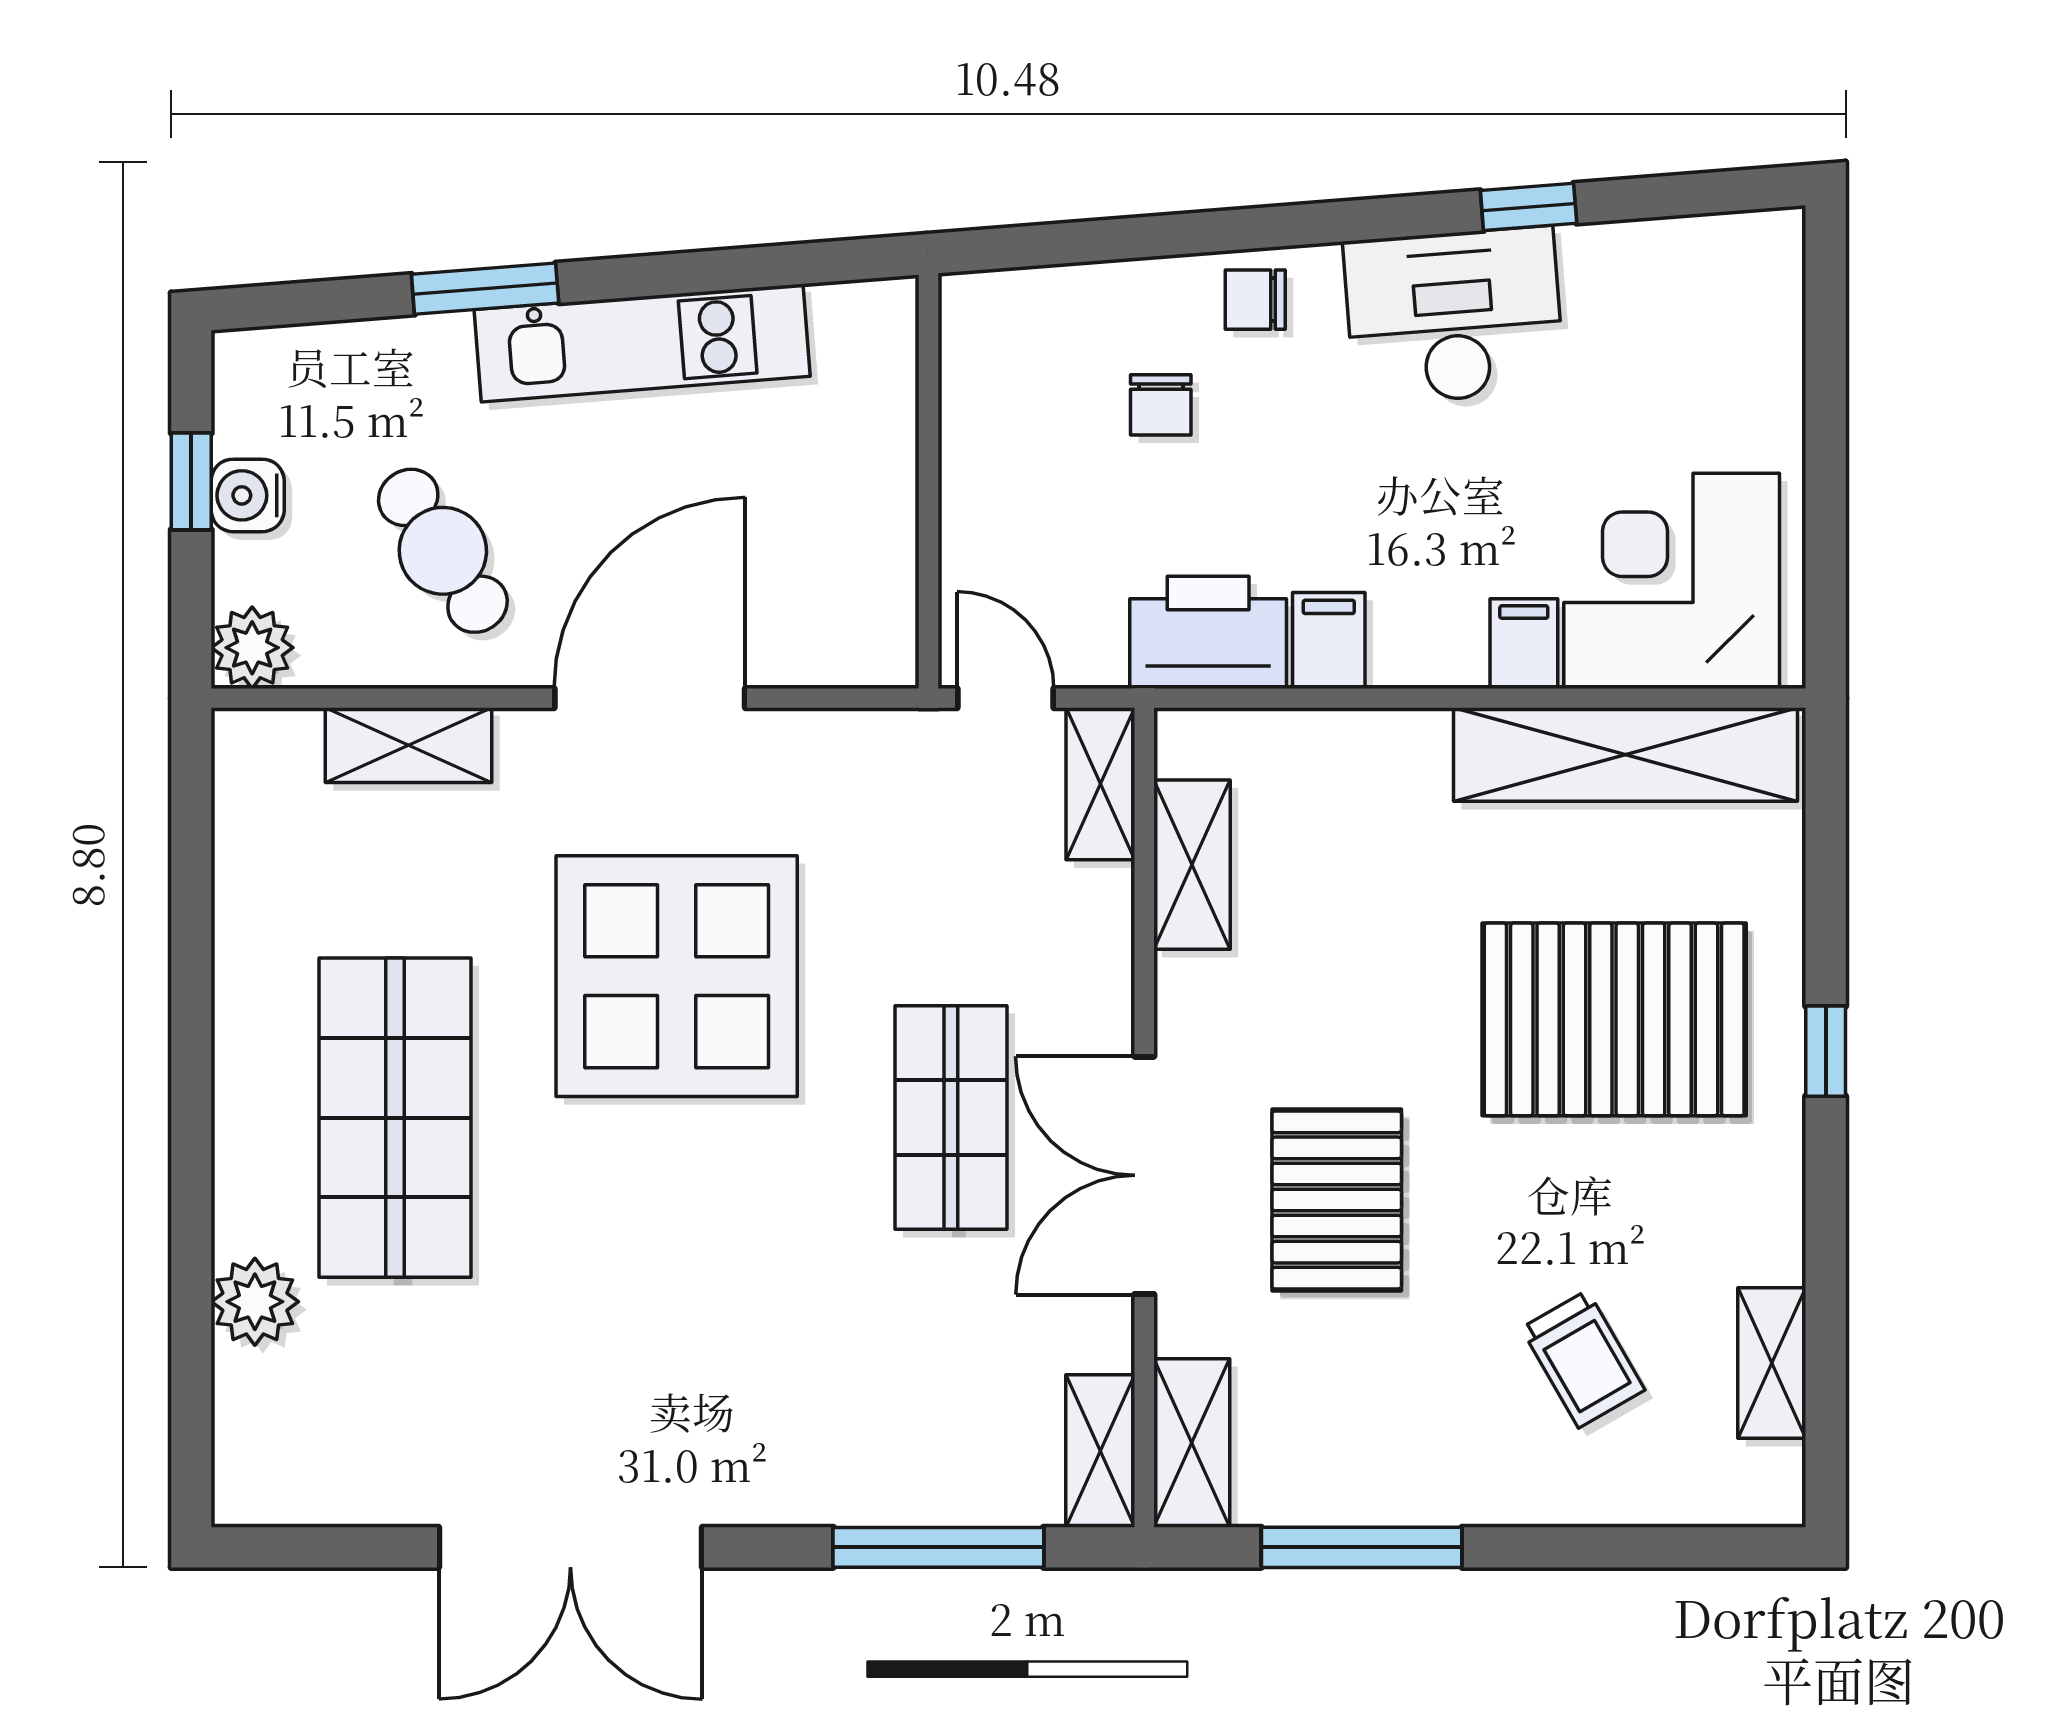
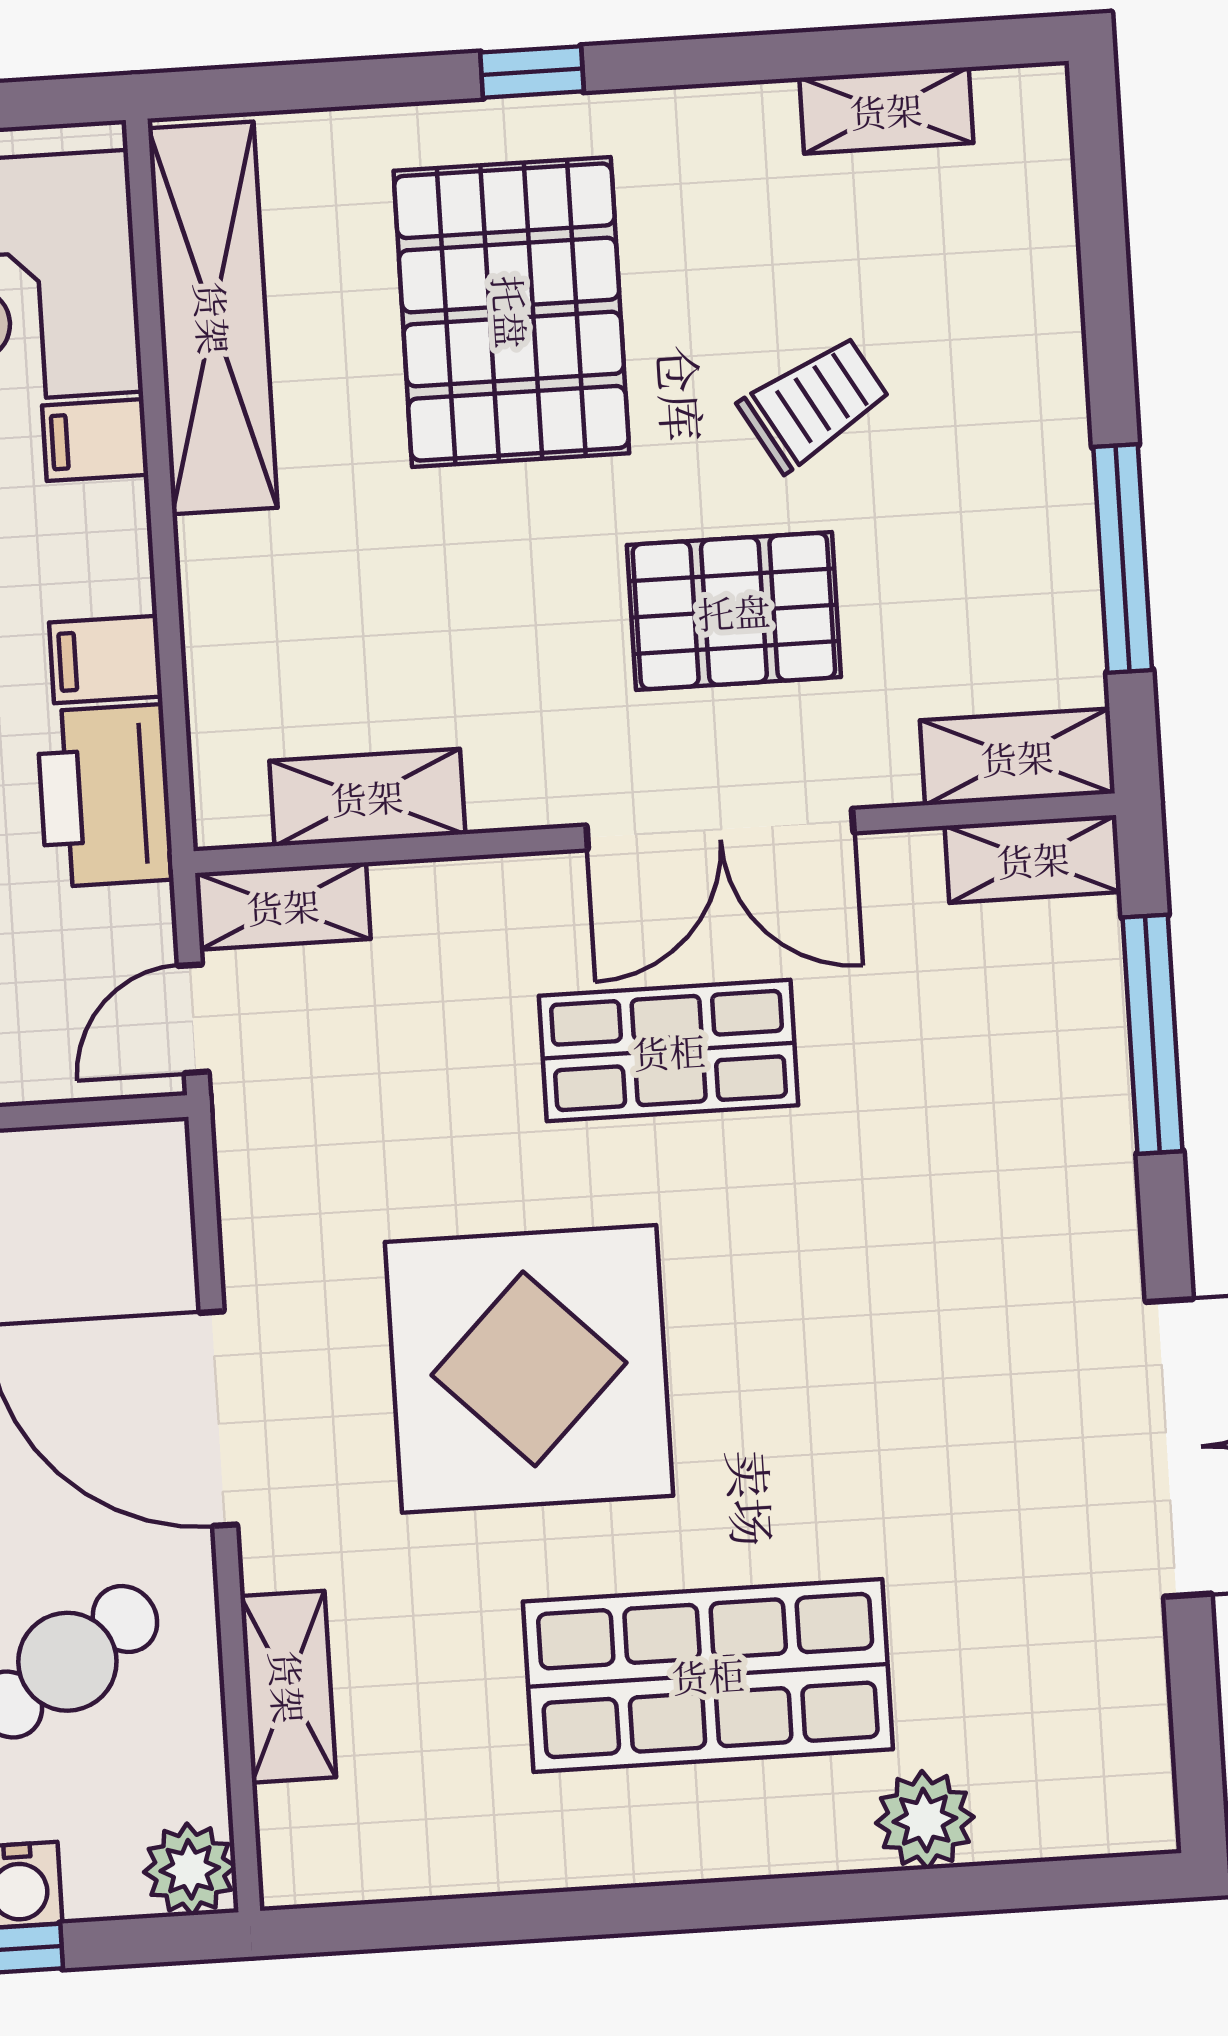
trolley: (1583, 1359) -> (814, 403), moved

